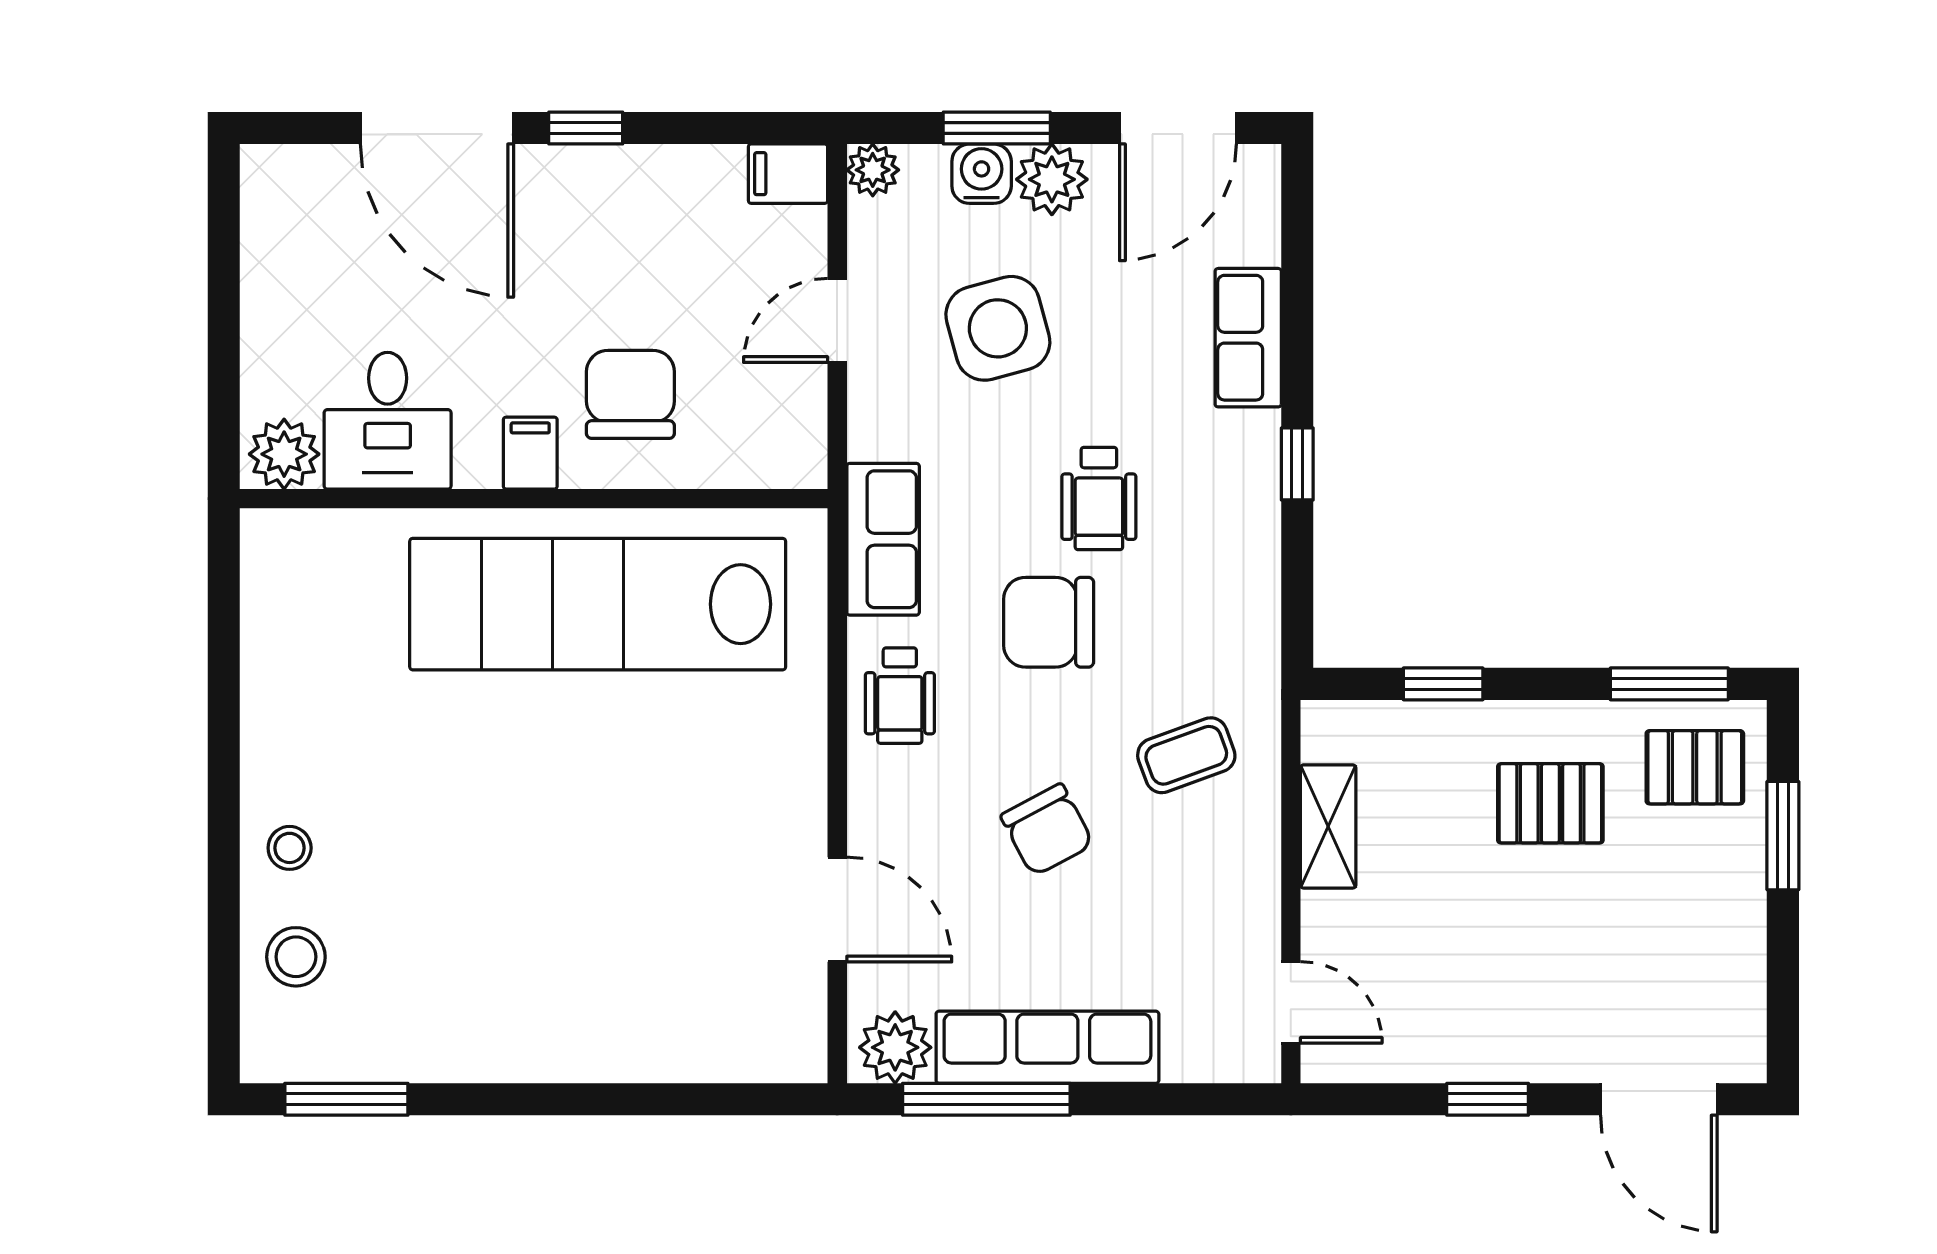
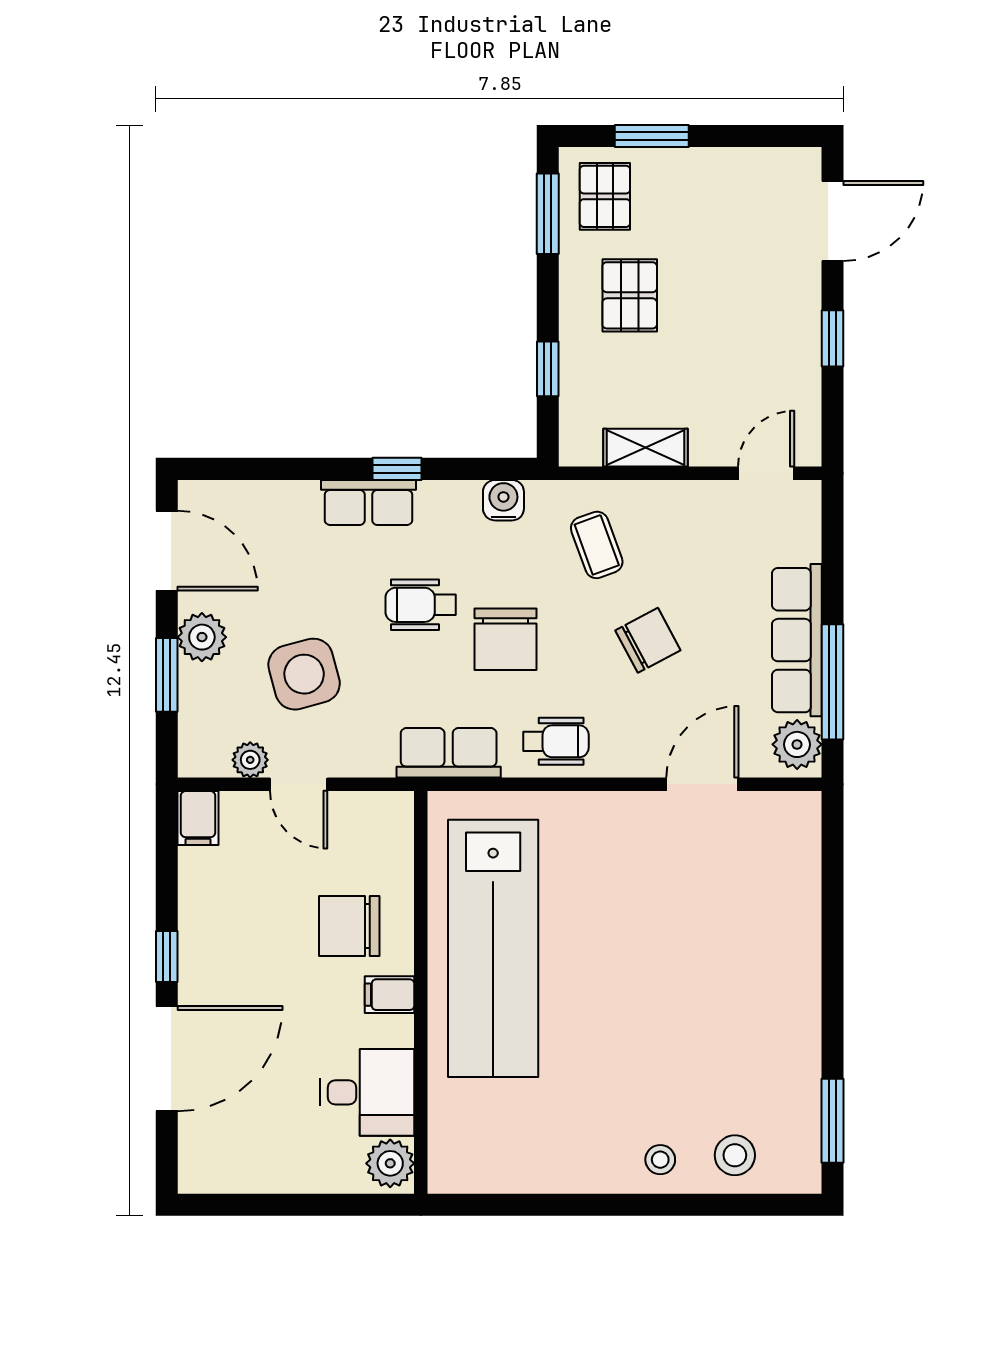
plant: (873, 170) -> (250, 760), moved
water cooler: (982, 174) -> (503, 500), moved, turned 90
row of seats: (1248, 338) -> (369, 502), moved
wheelchair: (1099, 498) -> (421, 605), turned 180

